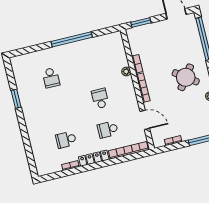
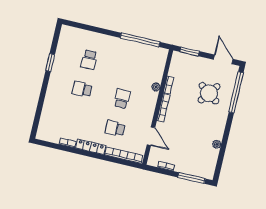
window: (72, 39) -> (140, 40), moved
round table: (186, 77) -> (209, 93), moved
school desk: (66, 140) -> (82, 89), moved

